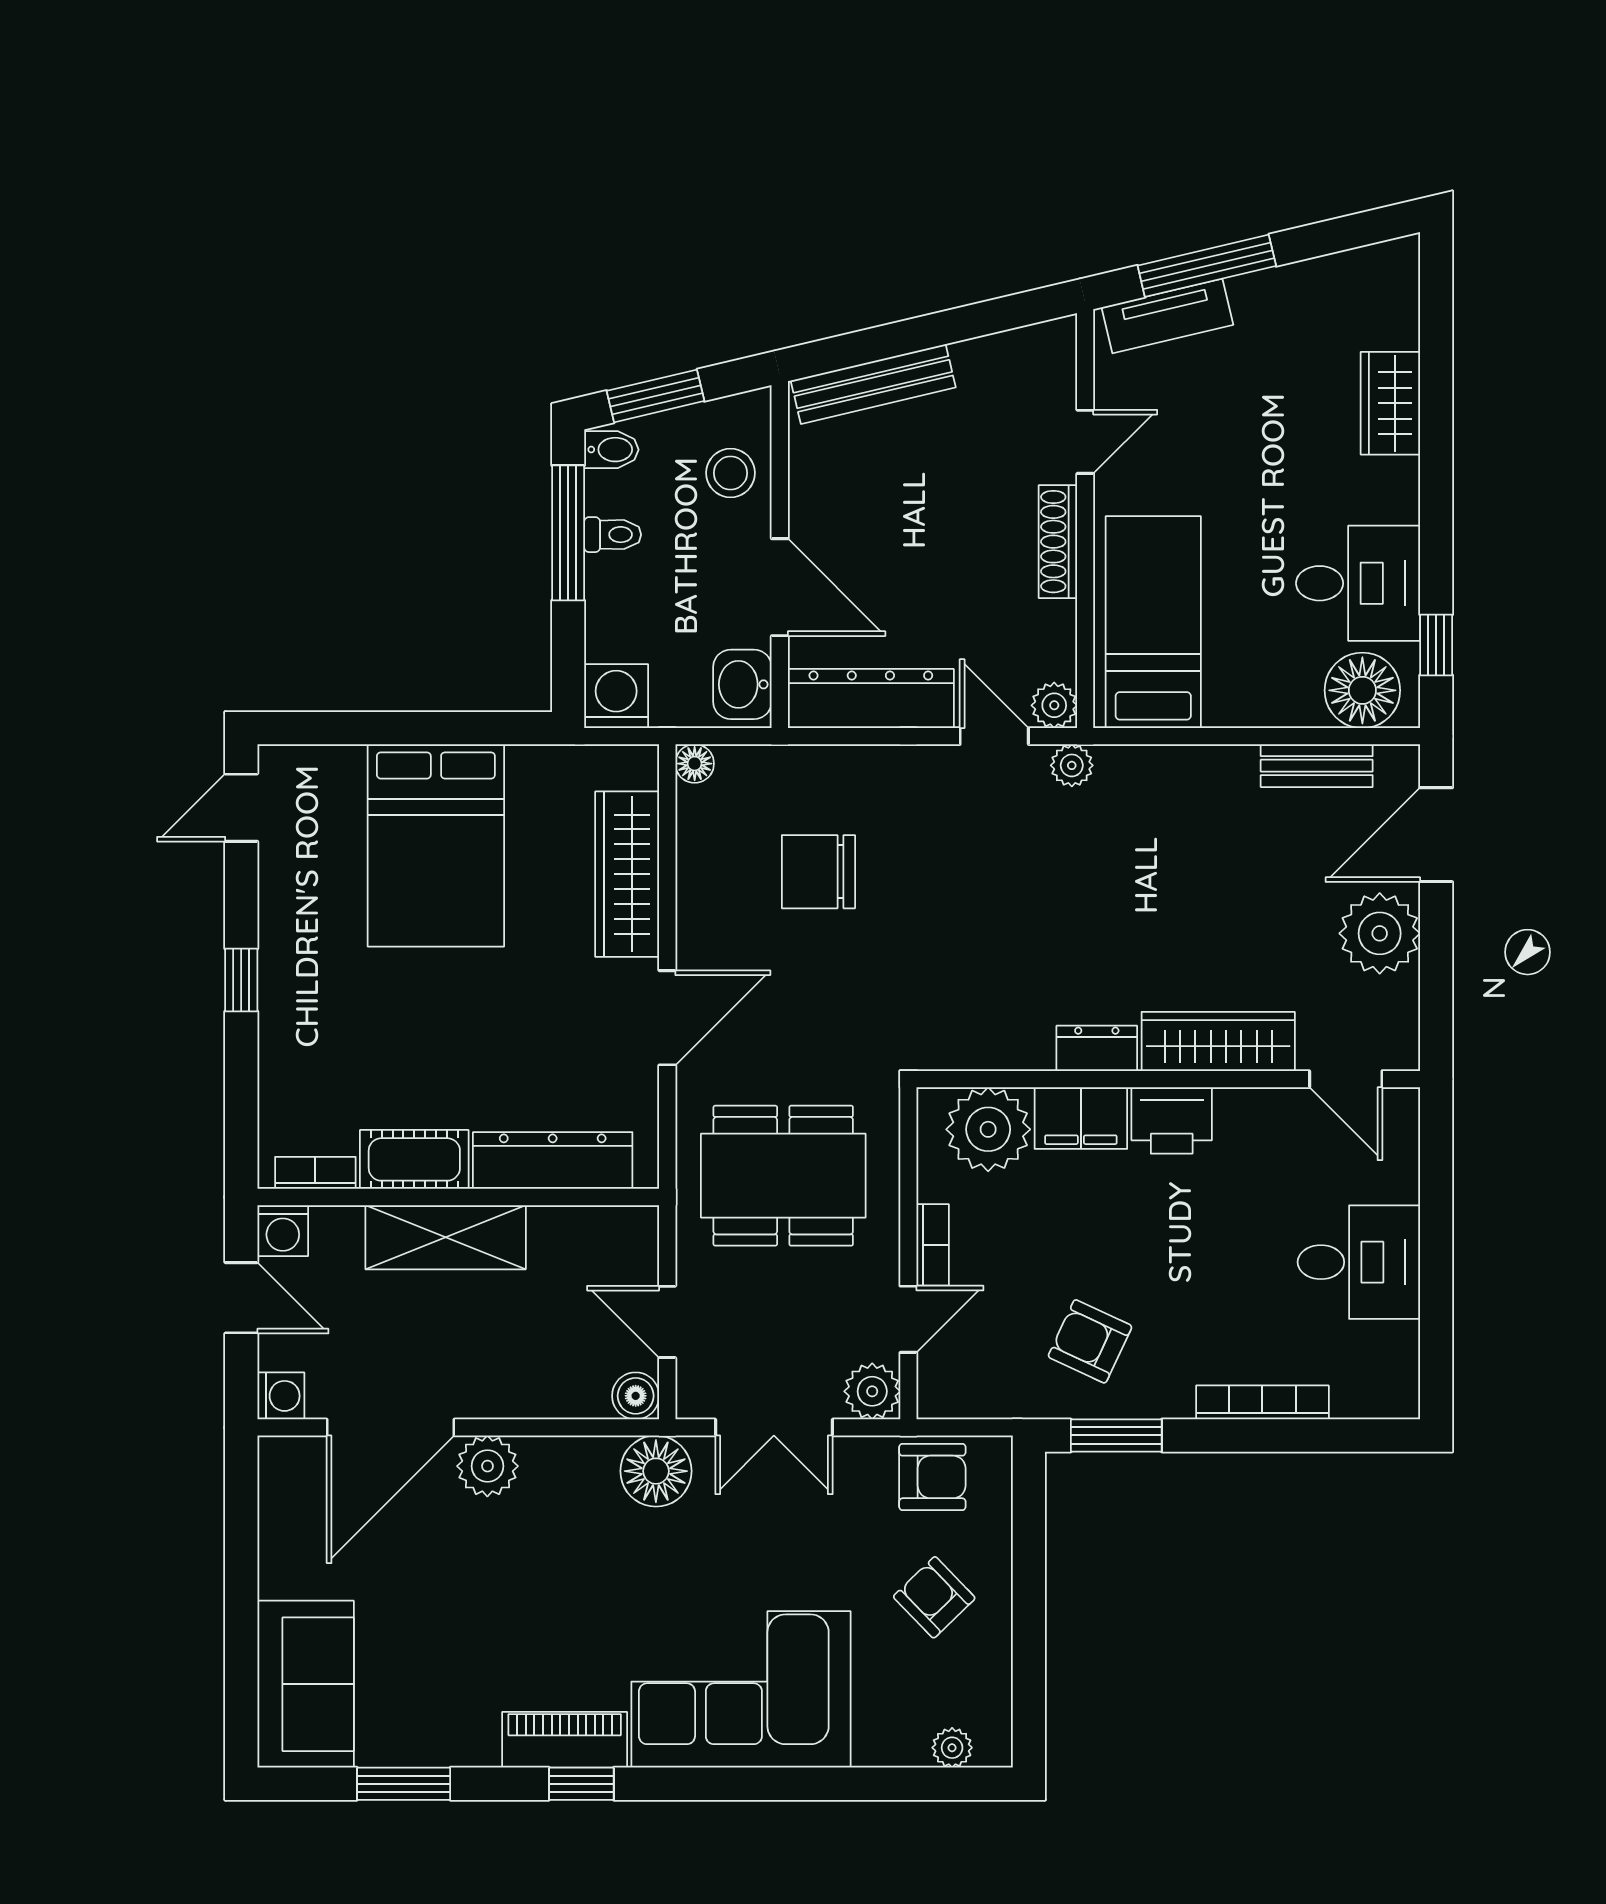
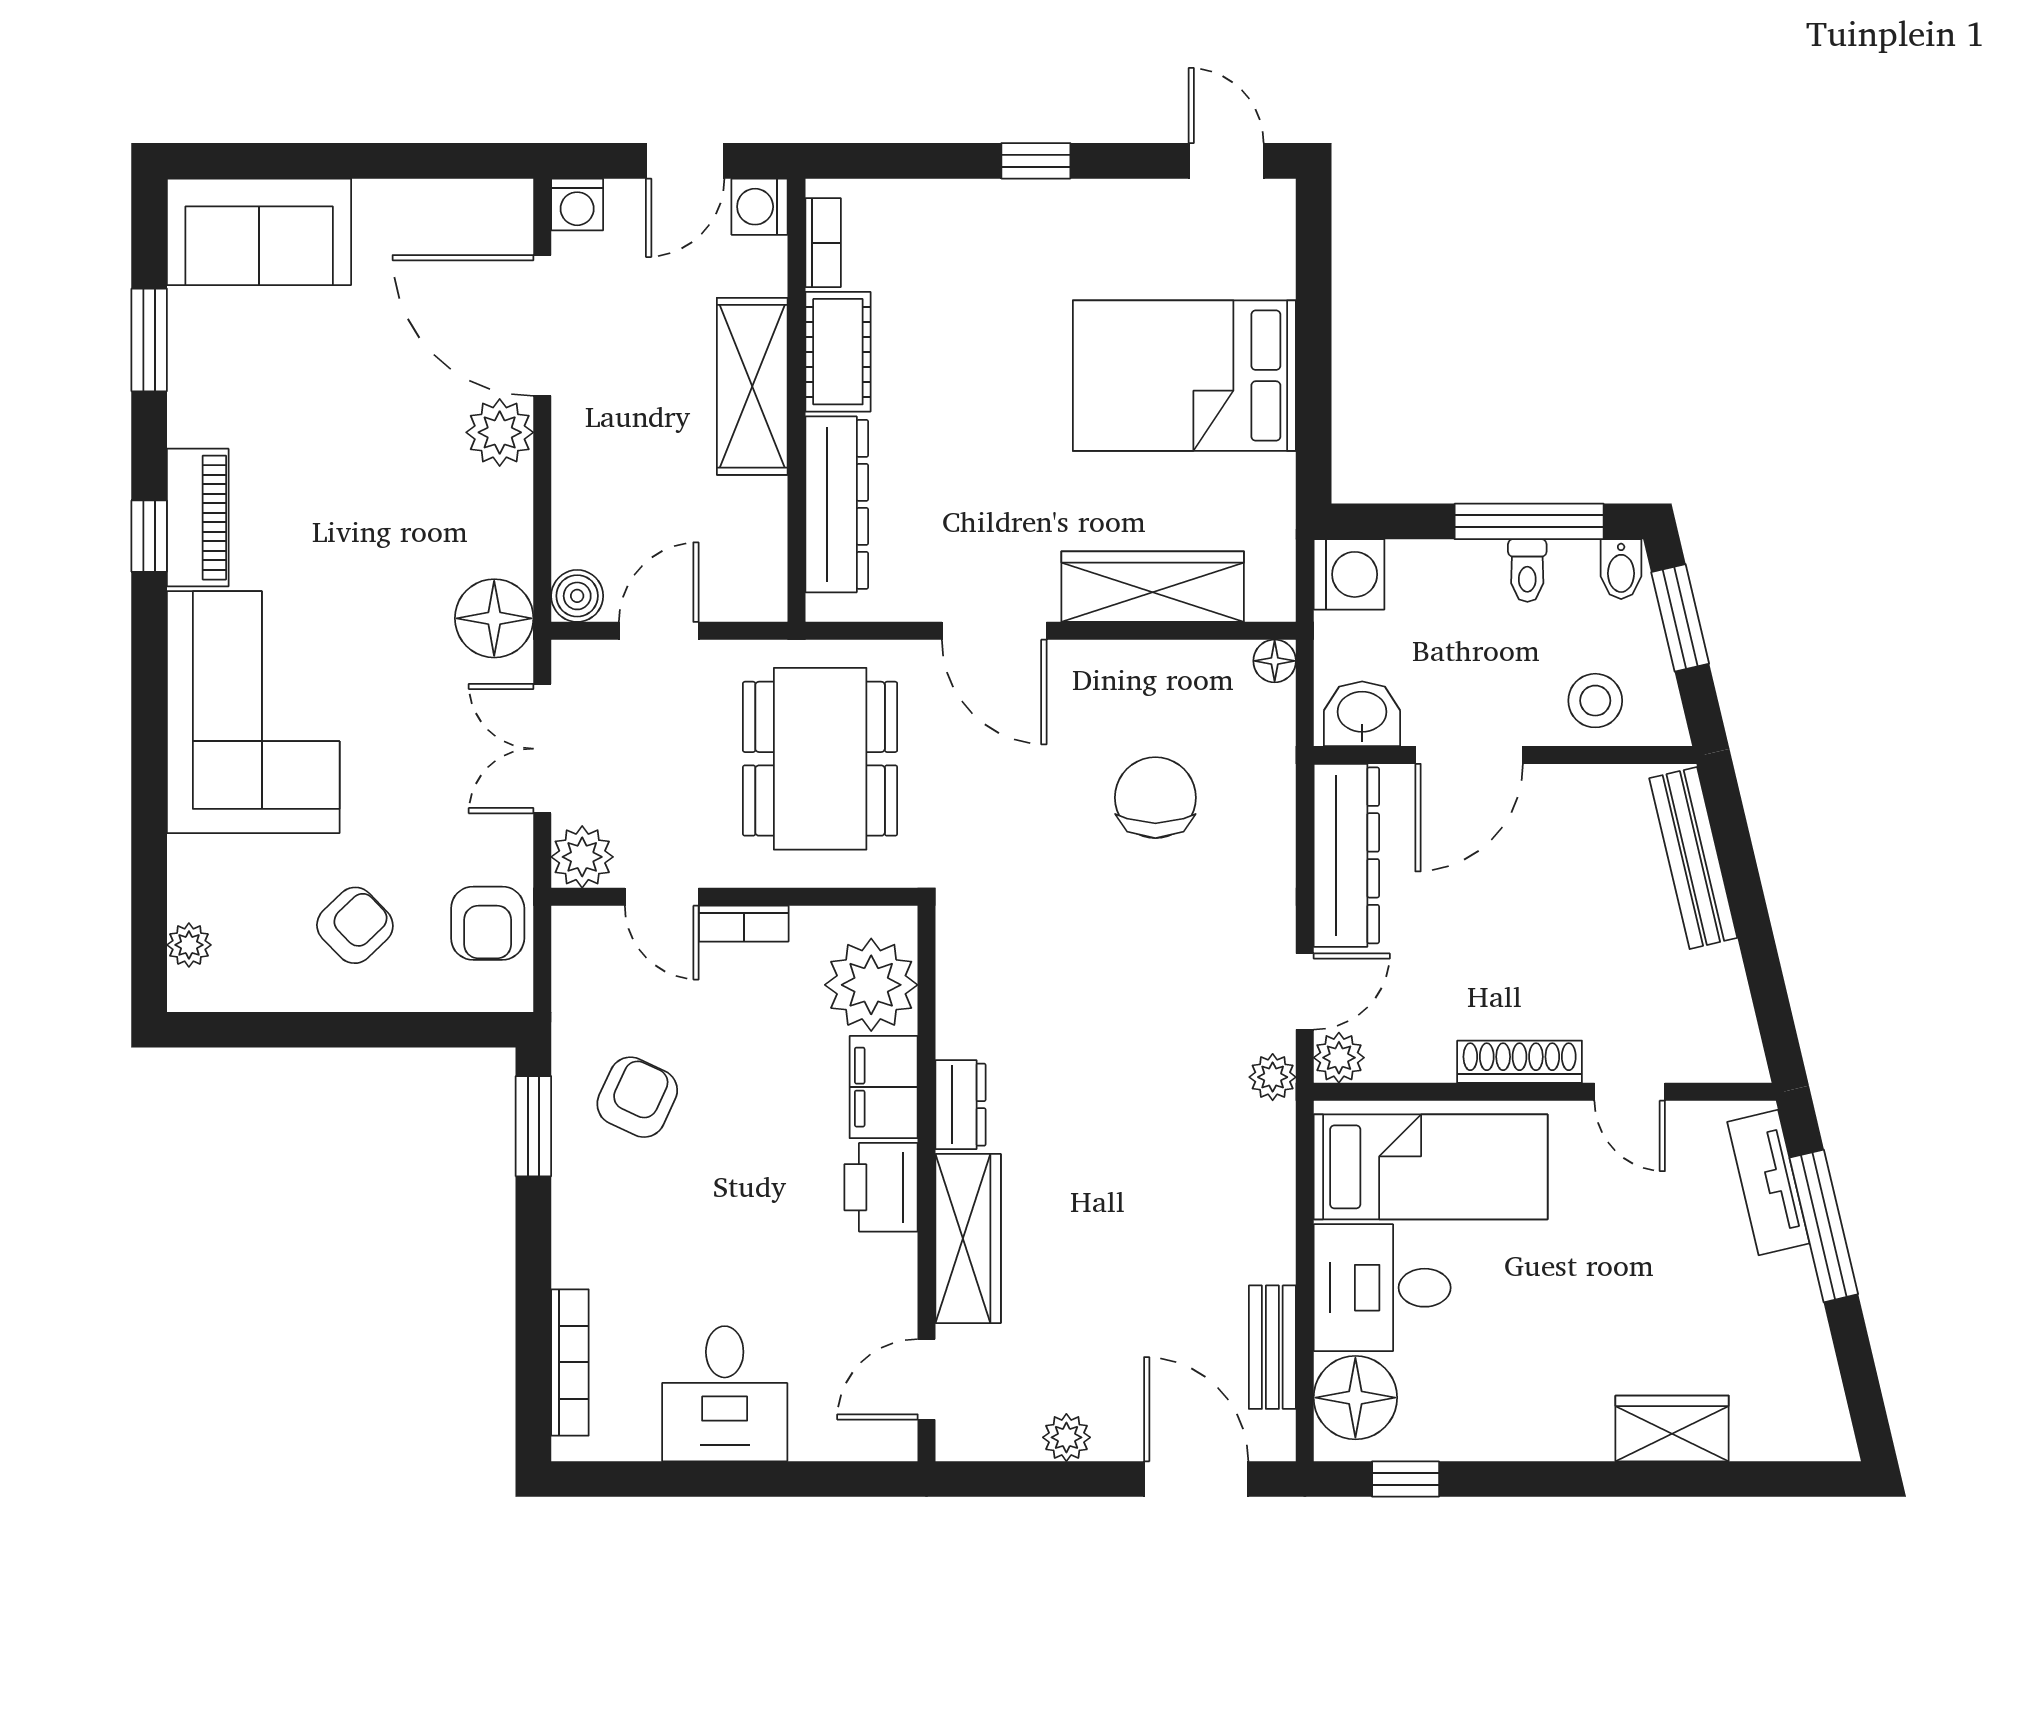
desk: (1358, 583) -> (1382, 1288), moved, turned 90
plant: (1380, 933) -> (1066, 1437), width x0.53, depth x0.53
bookcase: (1262, 1402) -> (570, 1362), moved

